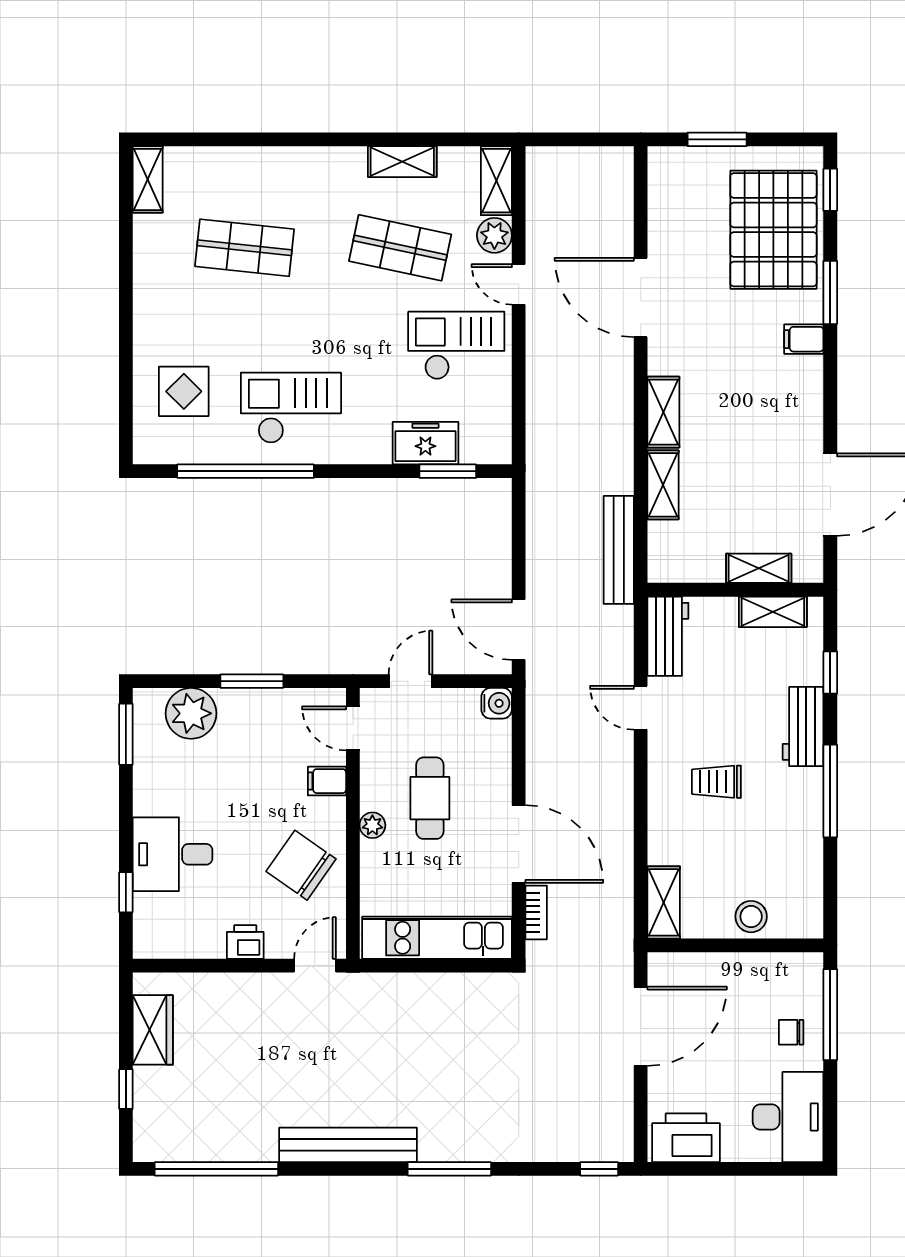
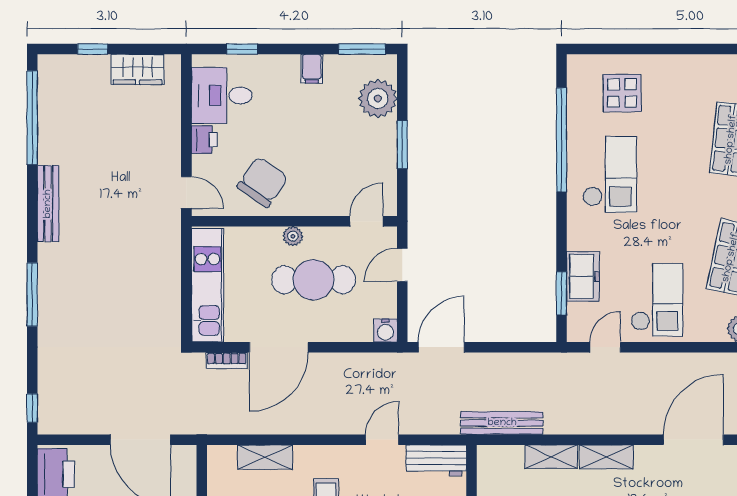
door: (519, 284) -> (605, 347), moved
door: (410, 681) -> (402, 265), swing flipped
filing cabinet: (327, 781) -> (312, 69), moved, turned 180
cafe table: (430, 798) -> (313, 280), width x1.37, depth x1.35
desk: (173, 854) -> (222, 96), moved, turned -90
shelving: (664, 902) -> (265, 457), moved
bench: (348, 1145) -> (48, 204), width x0.73, depth x0.82

